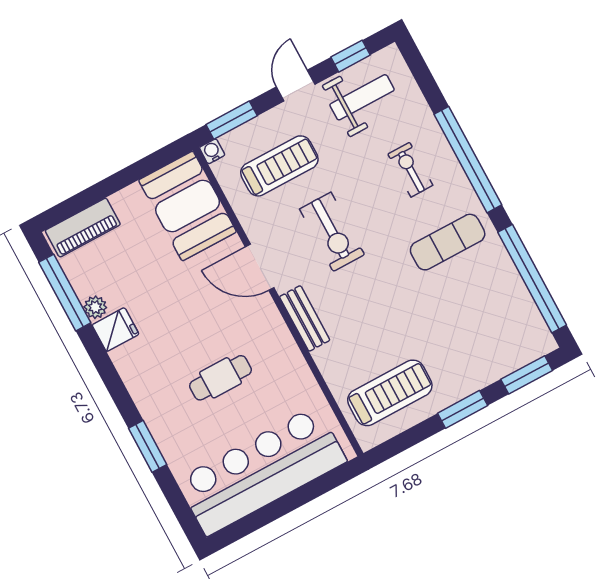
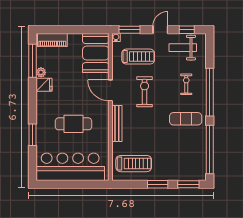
weight bench: (362, 97) -> (183, 48), turned 180
exercise bike: (332, 232) -> (145, 92), turned 180
bench: (305, 318) -> (117, 123), width x1.36
cafe table: (220, 378) -> (73, 124), width x1.37, depth x1.35

